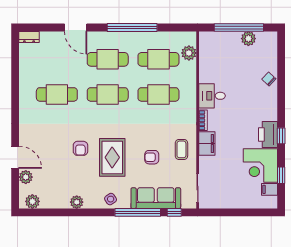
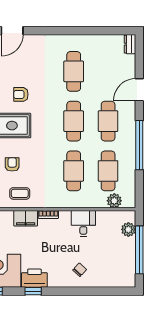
plant: (248, 39) -> (128, 229), moved
chair: (269, 79) -> (80, 270), moved
desk: (212, 96) -> (83, 223), moved

